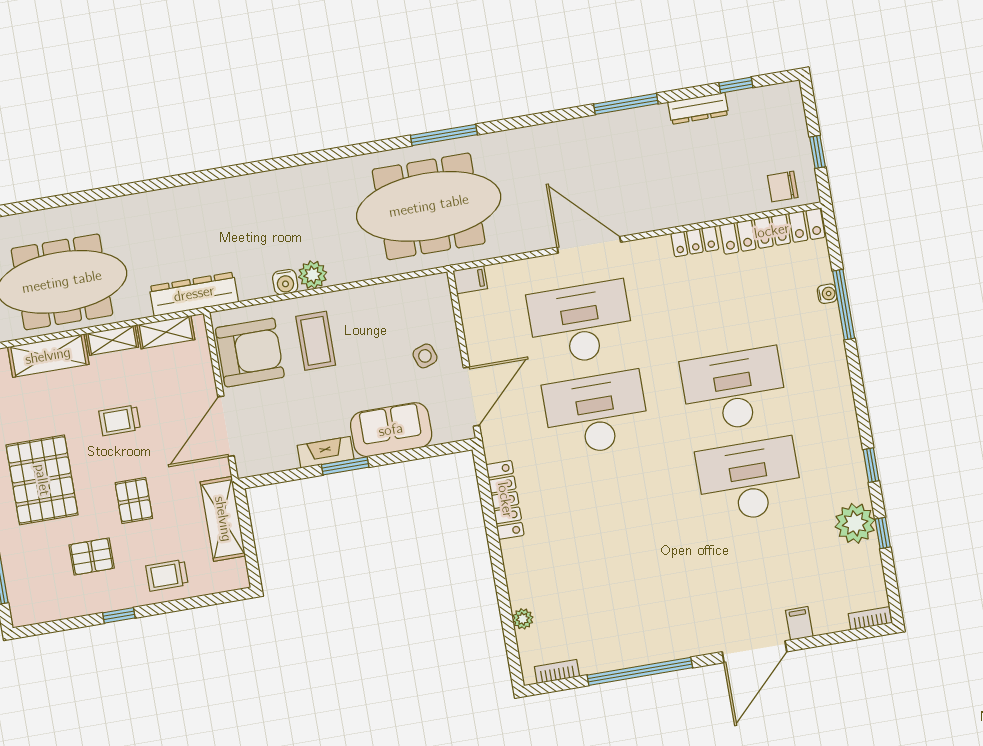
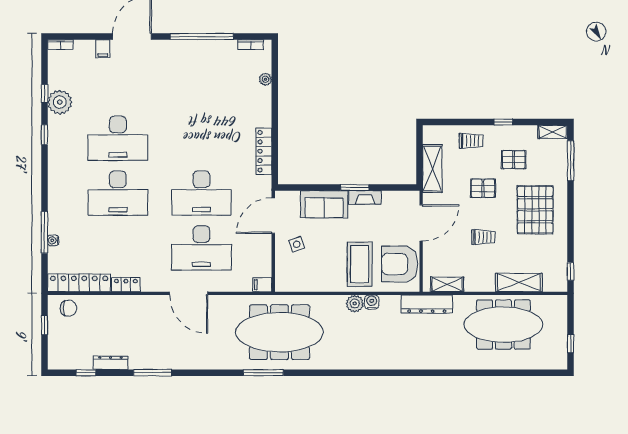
shelving: (112, 340) -> (553, 132), moved
coffee table: (316, 341) -> (360, 264), width x1.36, depth x1.32
pallet: (134, 500) -> (483, 188), turned 90

